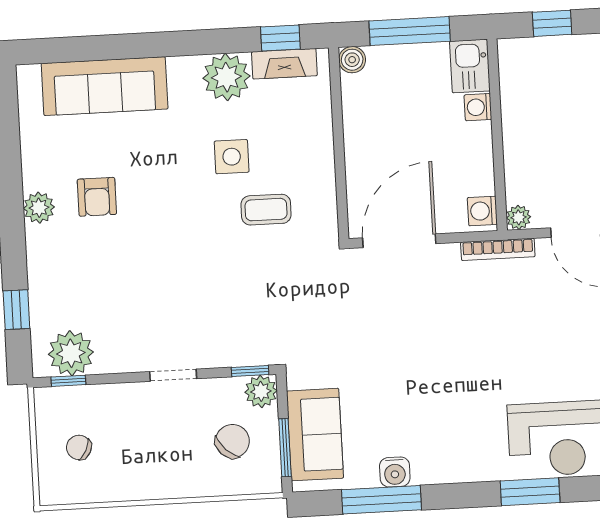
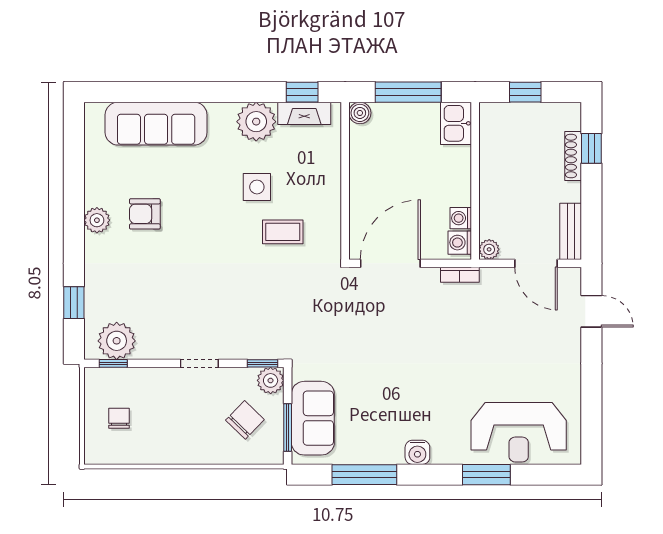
washing machine: (478, 107) -> (461, 218), moved
armchair: (97, 197) -> (145, 214), turned 90
bookcase: (498, 249) -> (460, 275), width x0.64
chair: (79, 447) -> (119, 418), turned 64
water cooler: (395, 472) -> (417, 452), moved

